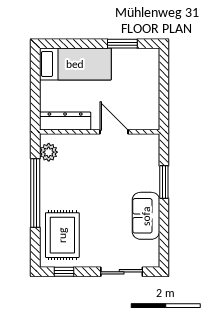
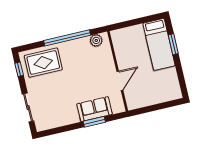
window: (122, 44) -> (173, 44), moved
dresser: (65, 121) -> (119, 47), removed
sofa: (146, 216) -> (95, 109), moved

